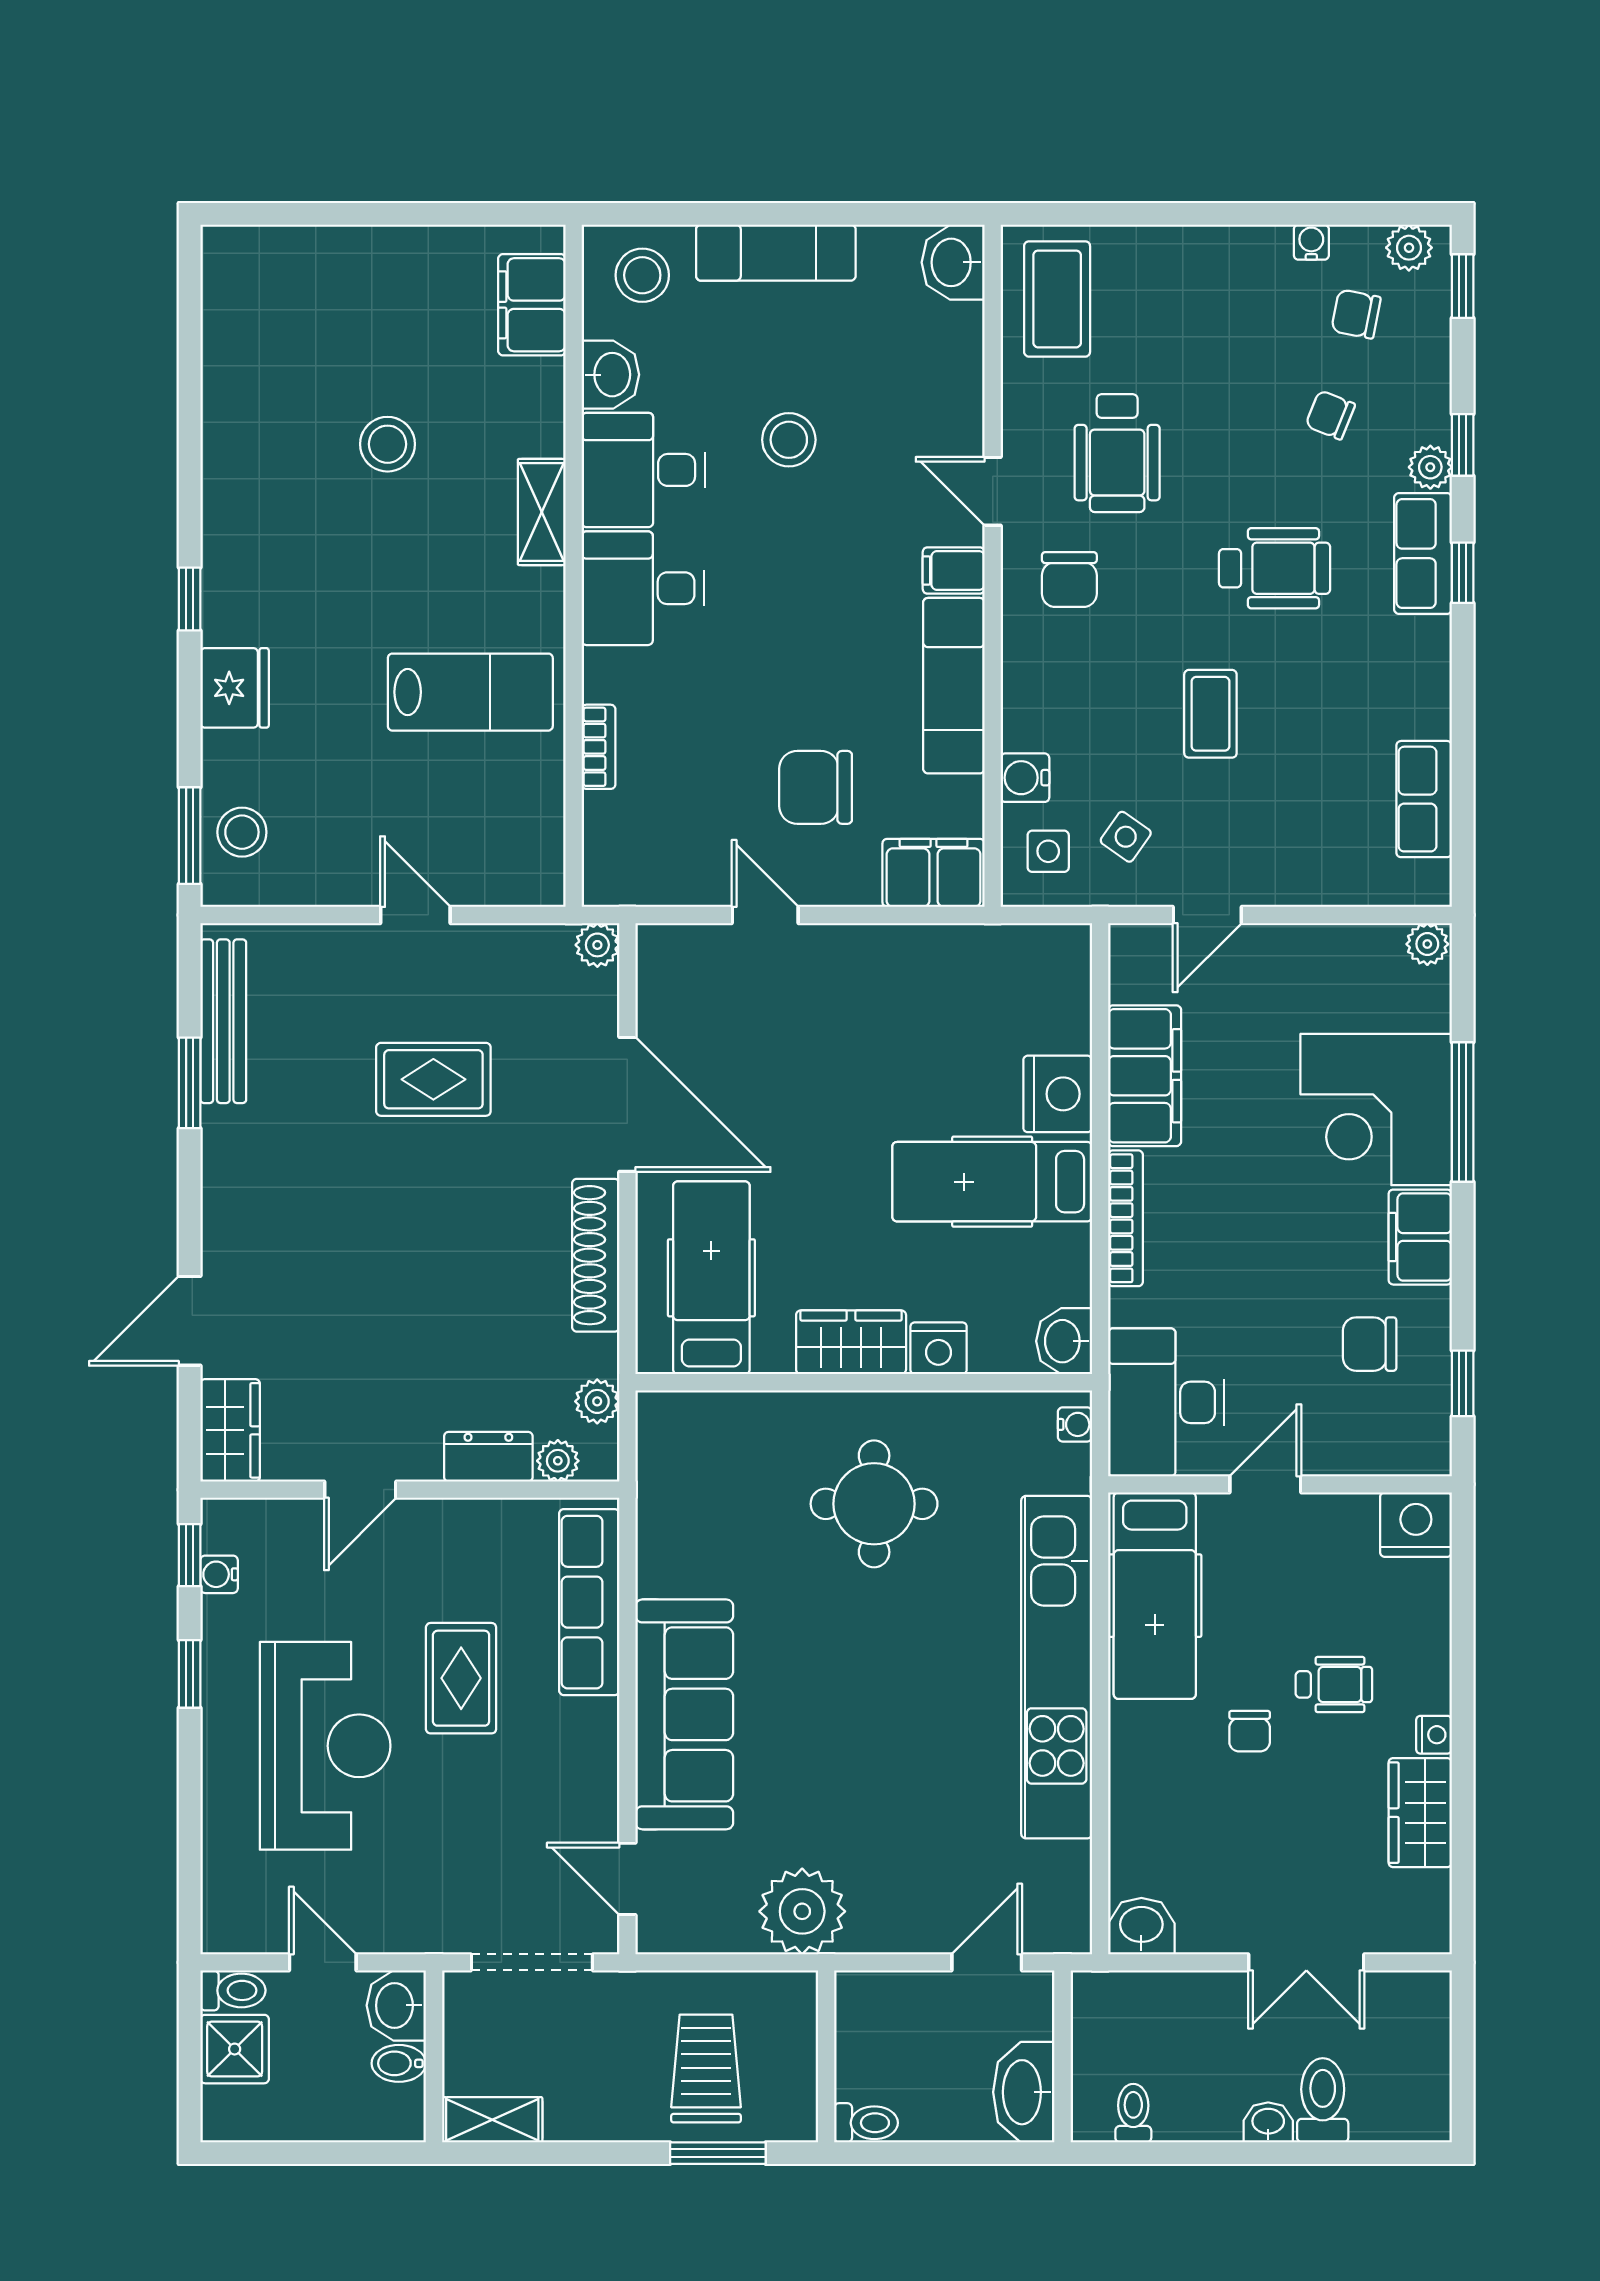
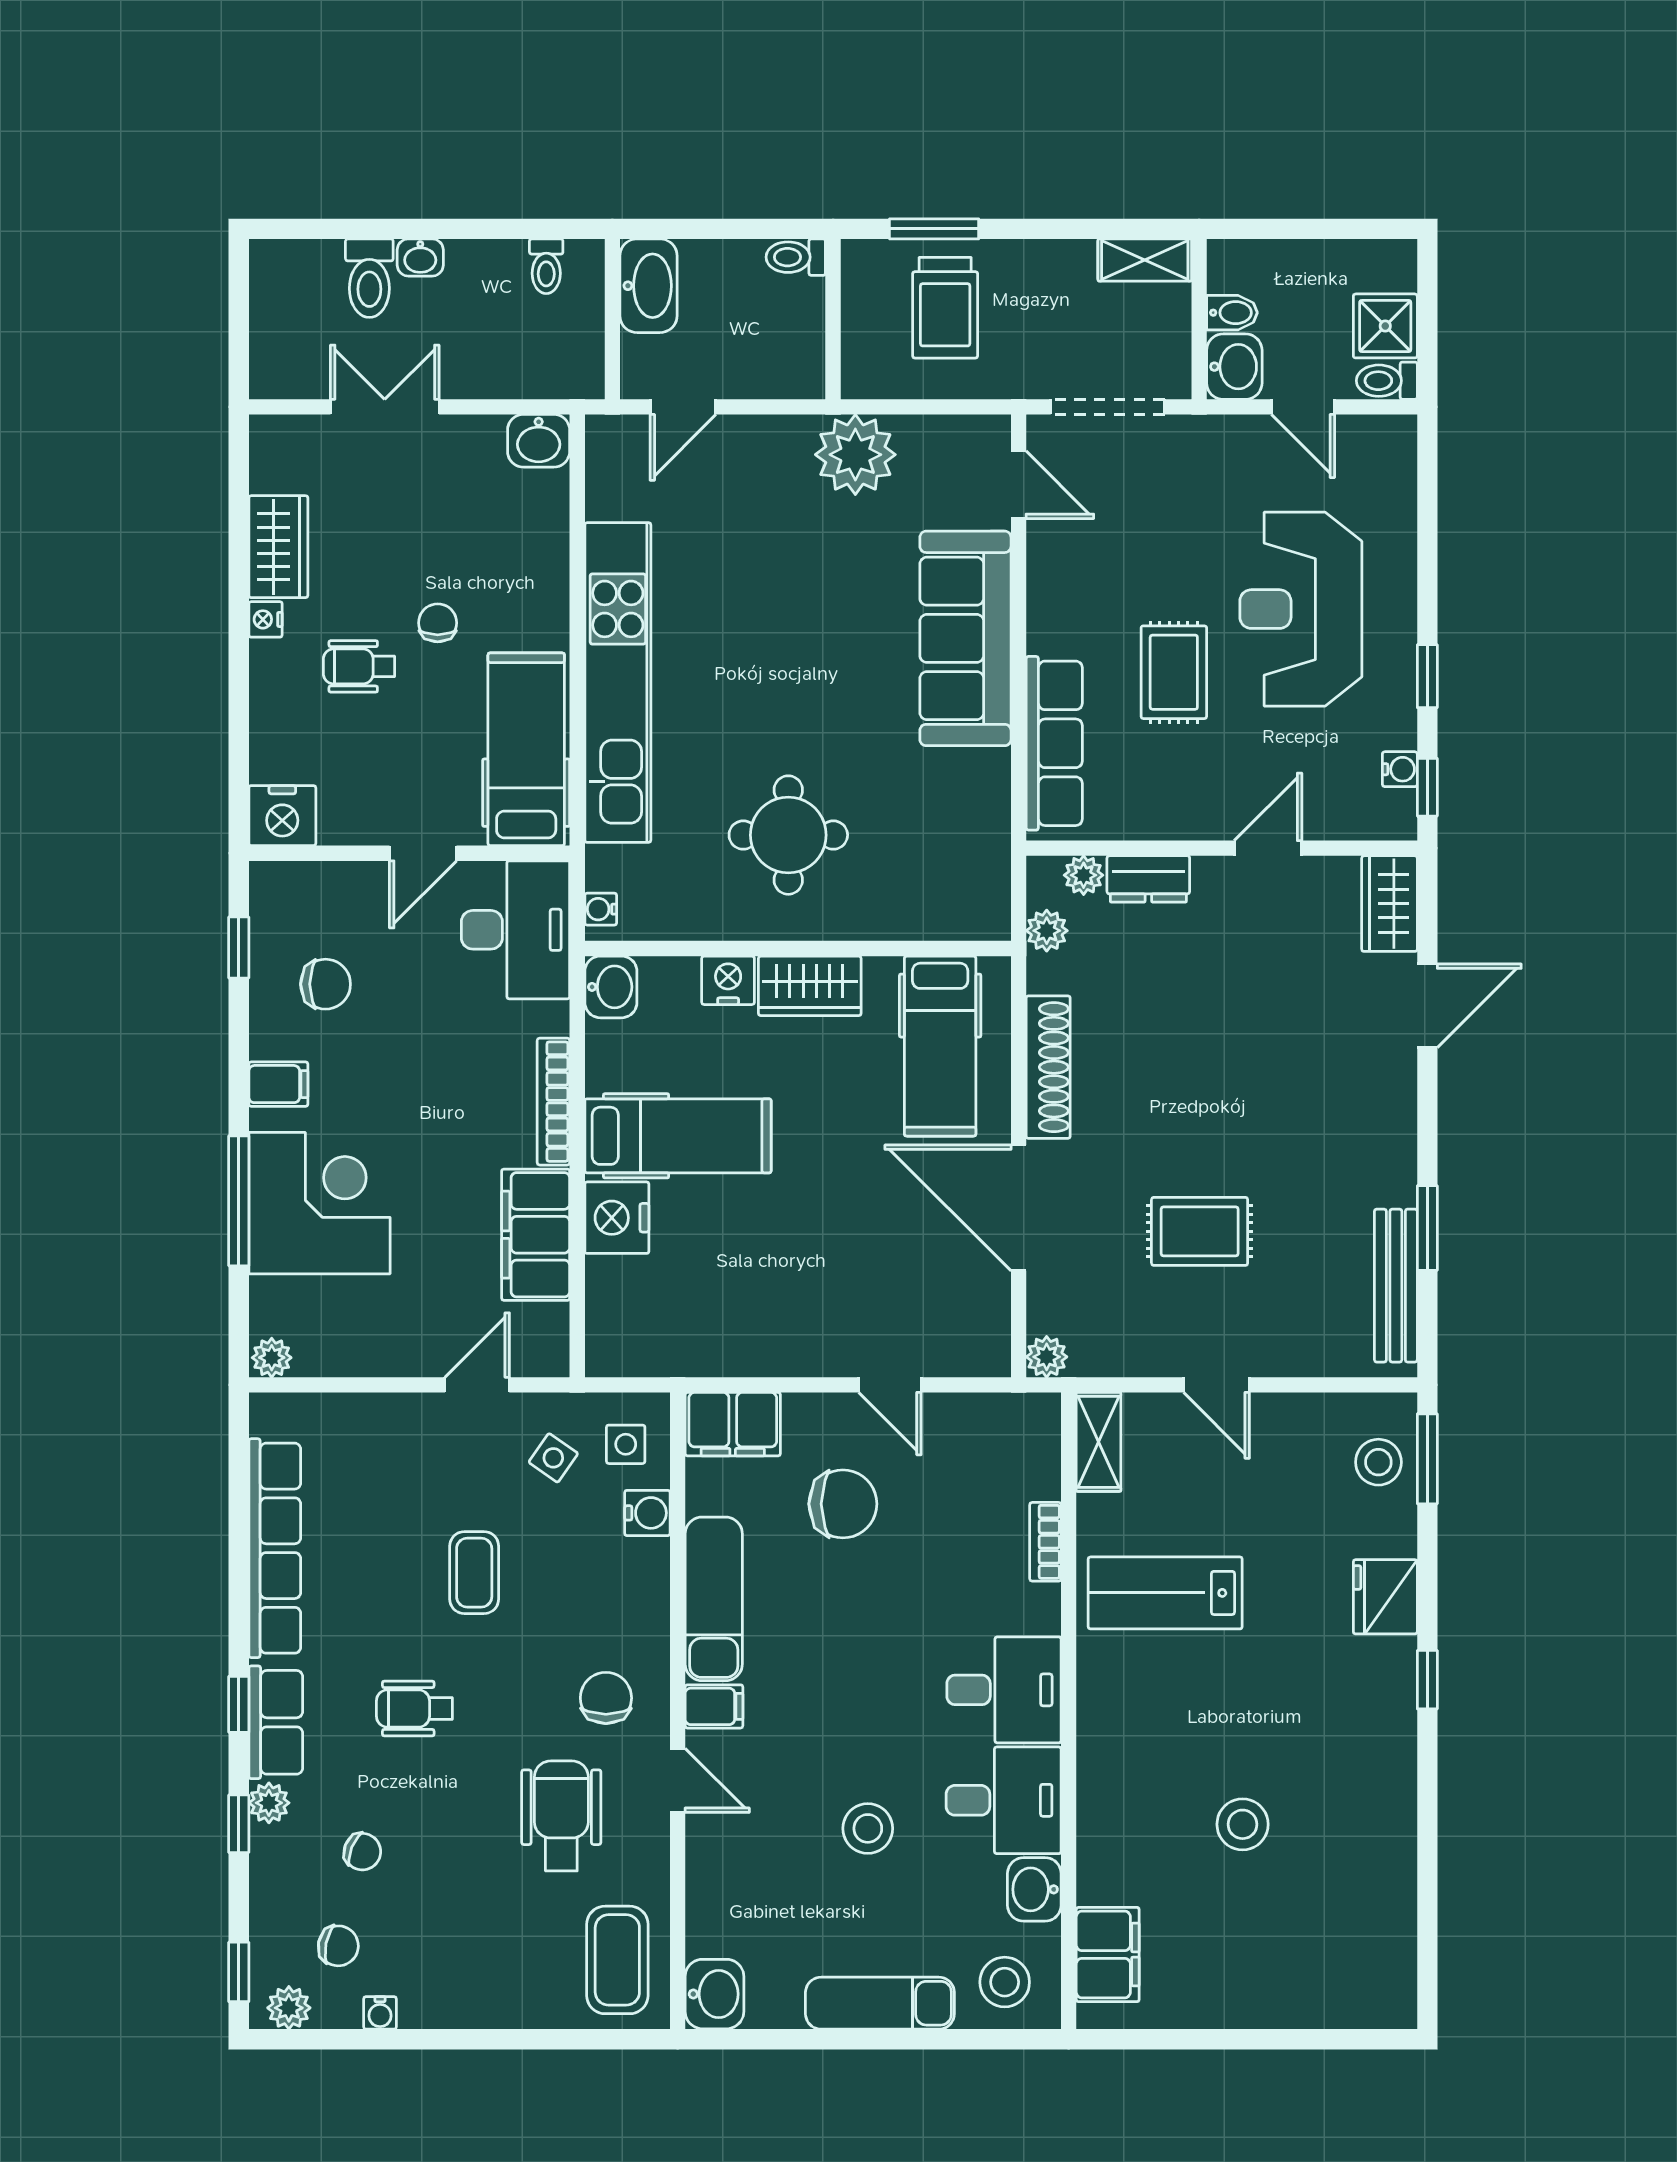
shelving: (542, 512) -> (1099, 1442), moved
wheelchair: (1275, 568) -> (414, 1709), width x0.73, depth x0.73
row of seats: (1424, 799) -> (275, 1548), width x2.02
filing cabinet: (1420, 1237) -> (278, 1084), width x0.50

